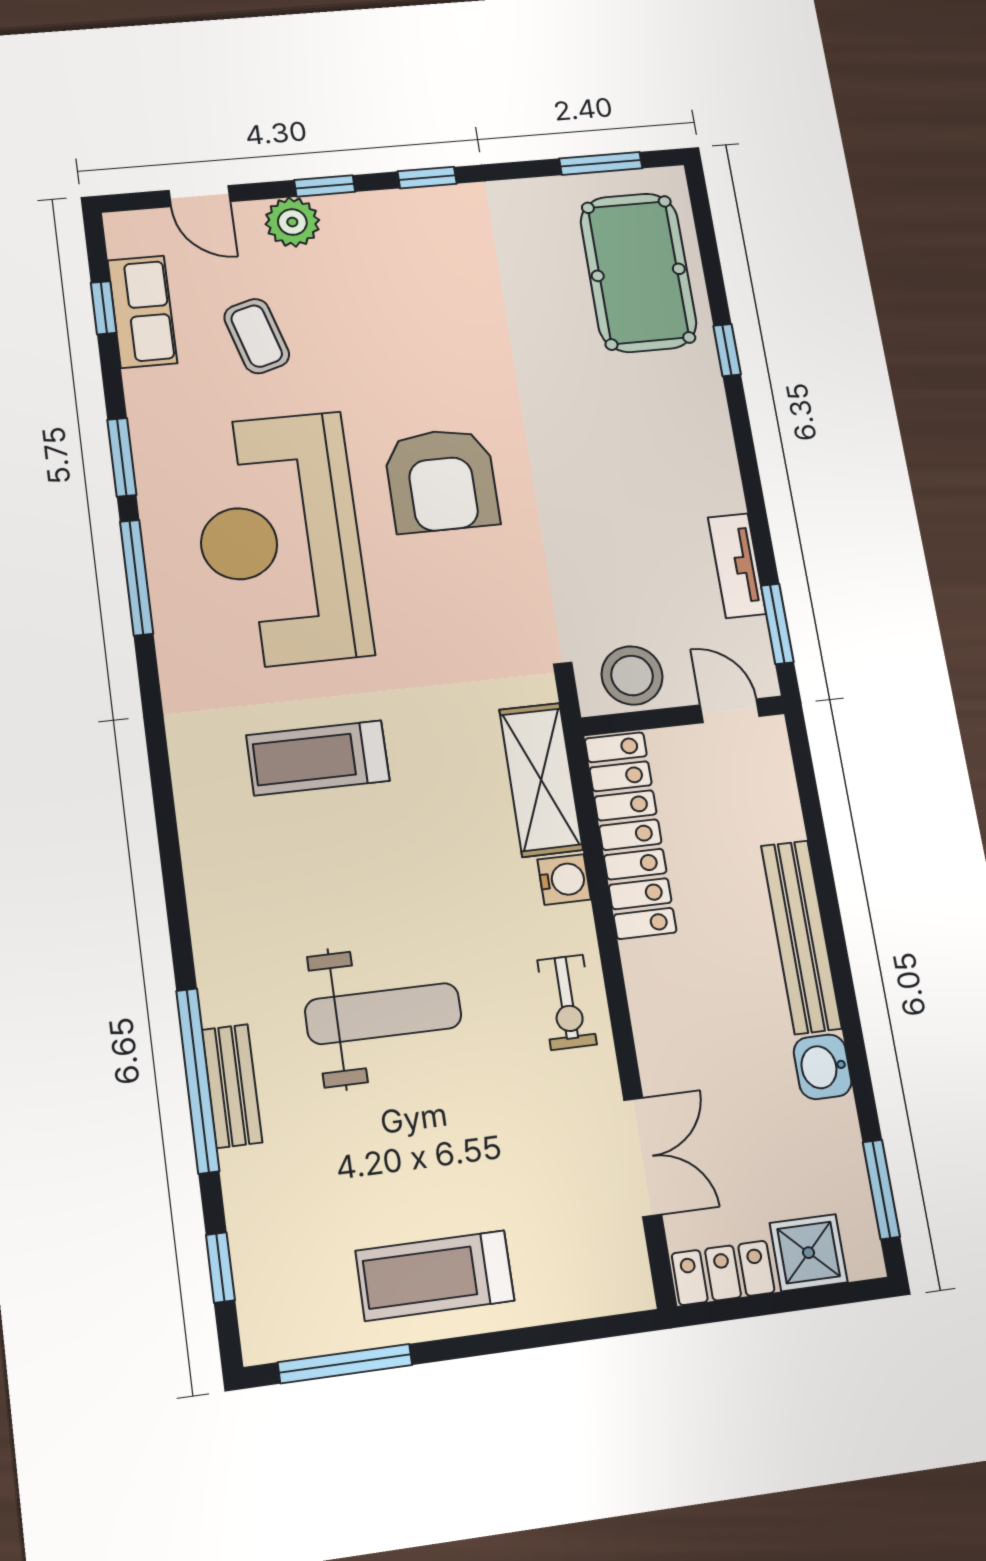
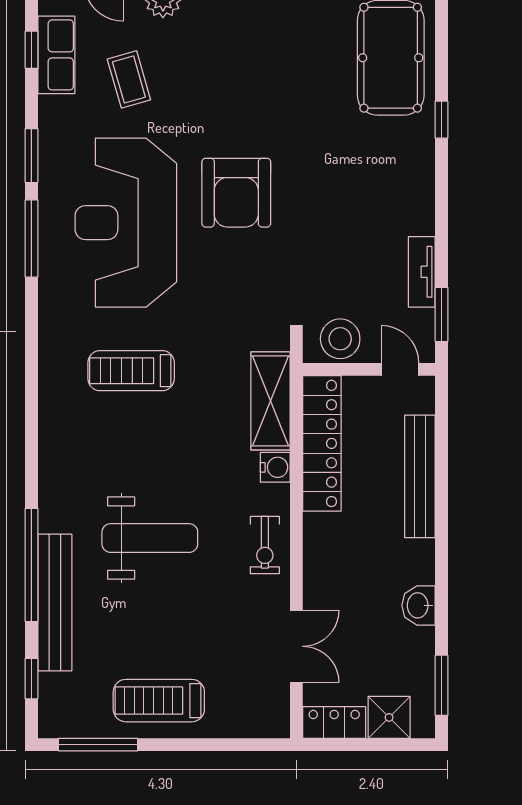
bench: (801, 937) -> (420, 476), moved
bench: (232, 1086) -> (55, 603), width x1.86, depth x1.21

